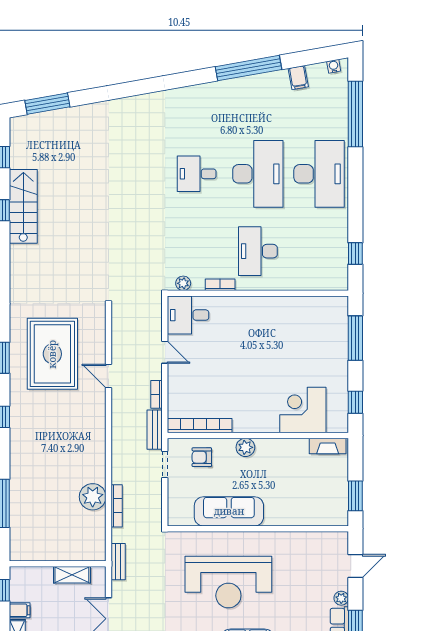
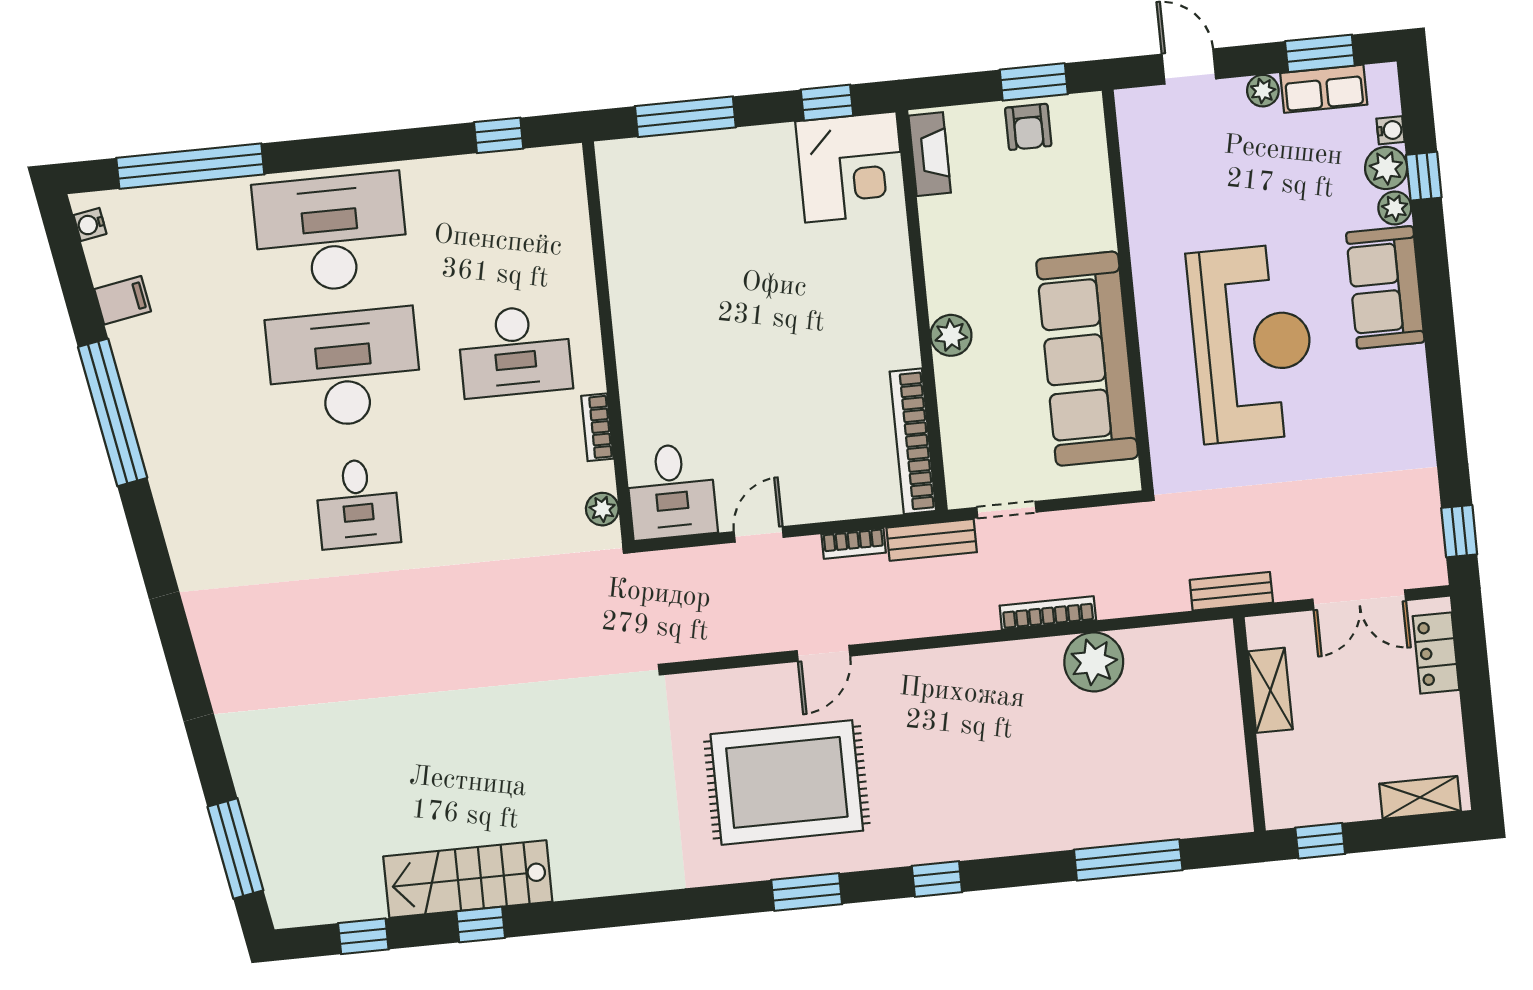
corner desk: (303, 410) -> (851, 167), moved, turned -90
armchair: (202, 457) -> (1028, 127), moved
bookcase: (117, 506) -> (1048, 613), moved
sofa: (229, 511) -> (1087, 359), width x1.36, depth x1.27
filing cabinet: (20, 610) -> (1360, 798), removed

